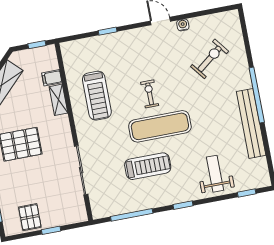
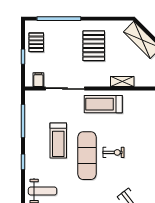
filing cabinet: (52, 78) -> (38, 80), moved
treadmill: (97, 96) -> (103, 104), moved
pallet: (30, 217) -> (36, 42), turned 90

